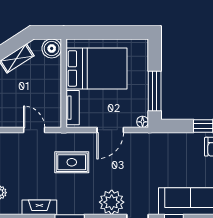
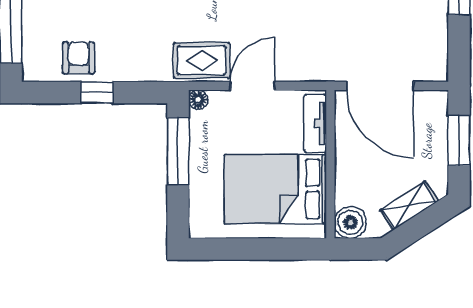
door: (34, 130) -> (380, 86), width x1.87
rug: (72, 162) -> (202, 60), moved

